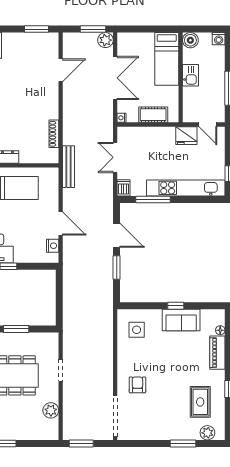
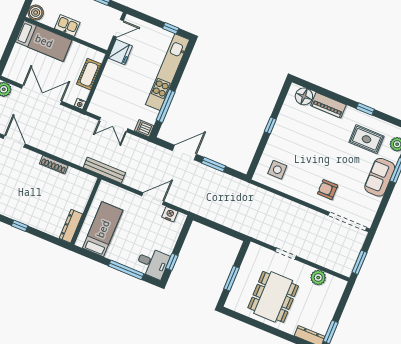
shoe rack: (54, 134) -> (54, 165), moved
sofa: (181, 320) -> (380, 177), moved, turned 180
floor lamp: (220, 330) -> (304, 96), width x1.89, depth x1.89

